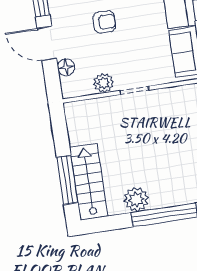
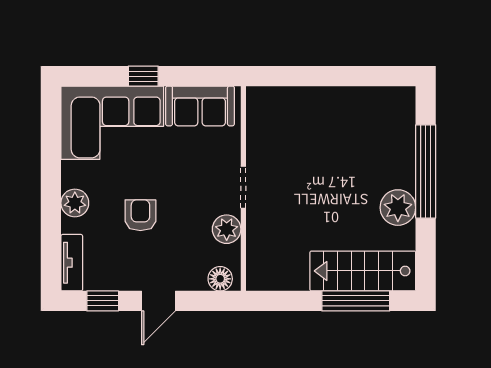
door: (47, 43) -> (158, 301), width x0.73
floor lamp: (66, 67) -> (220, 279), moved

